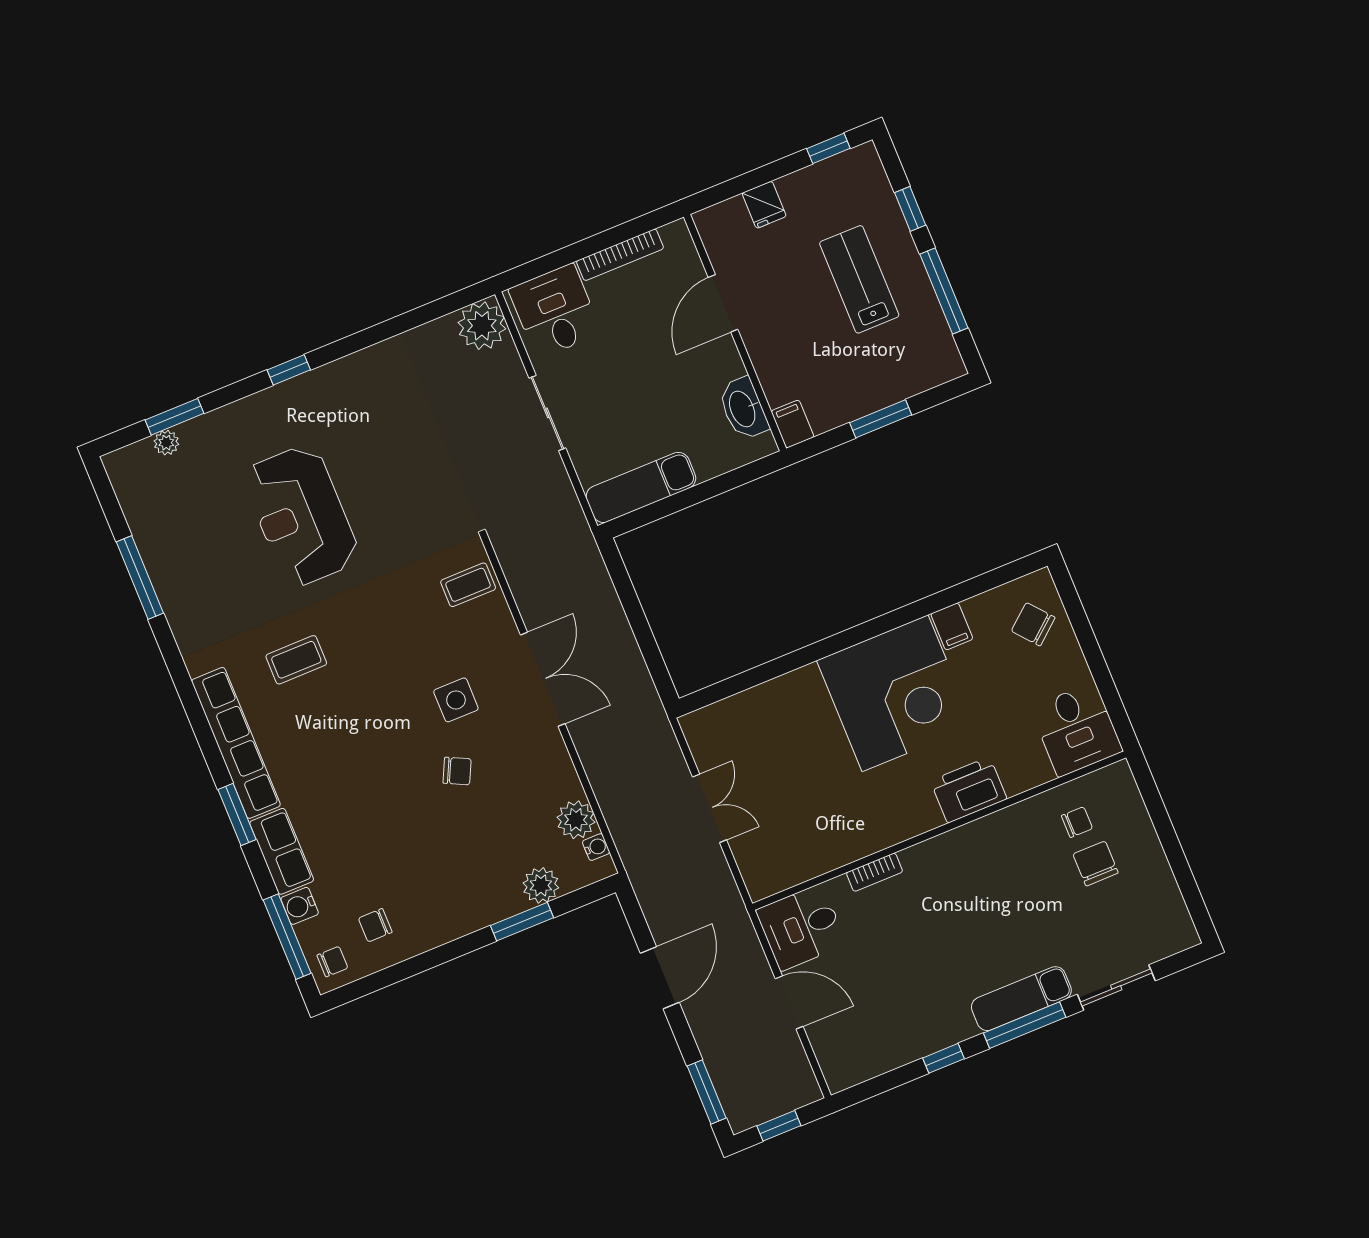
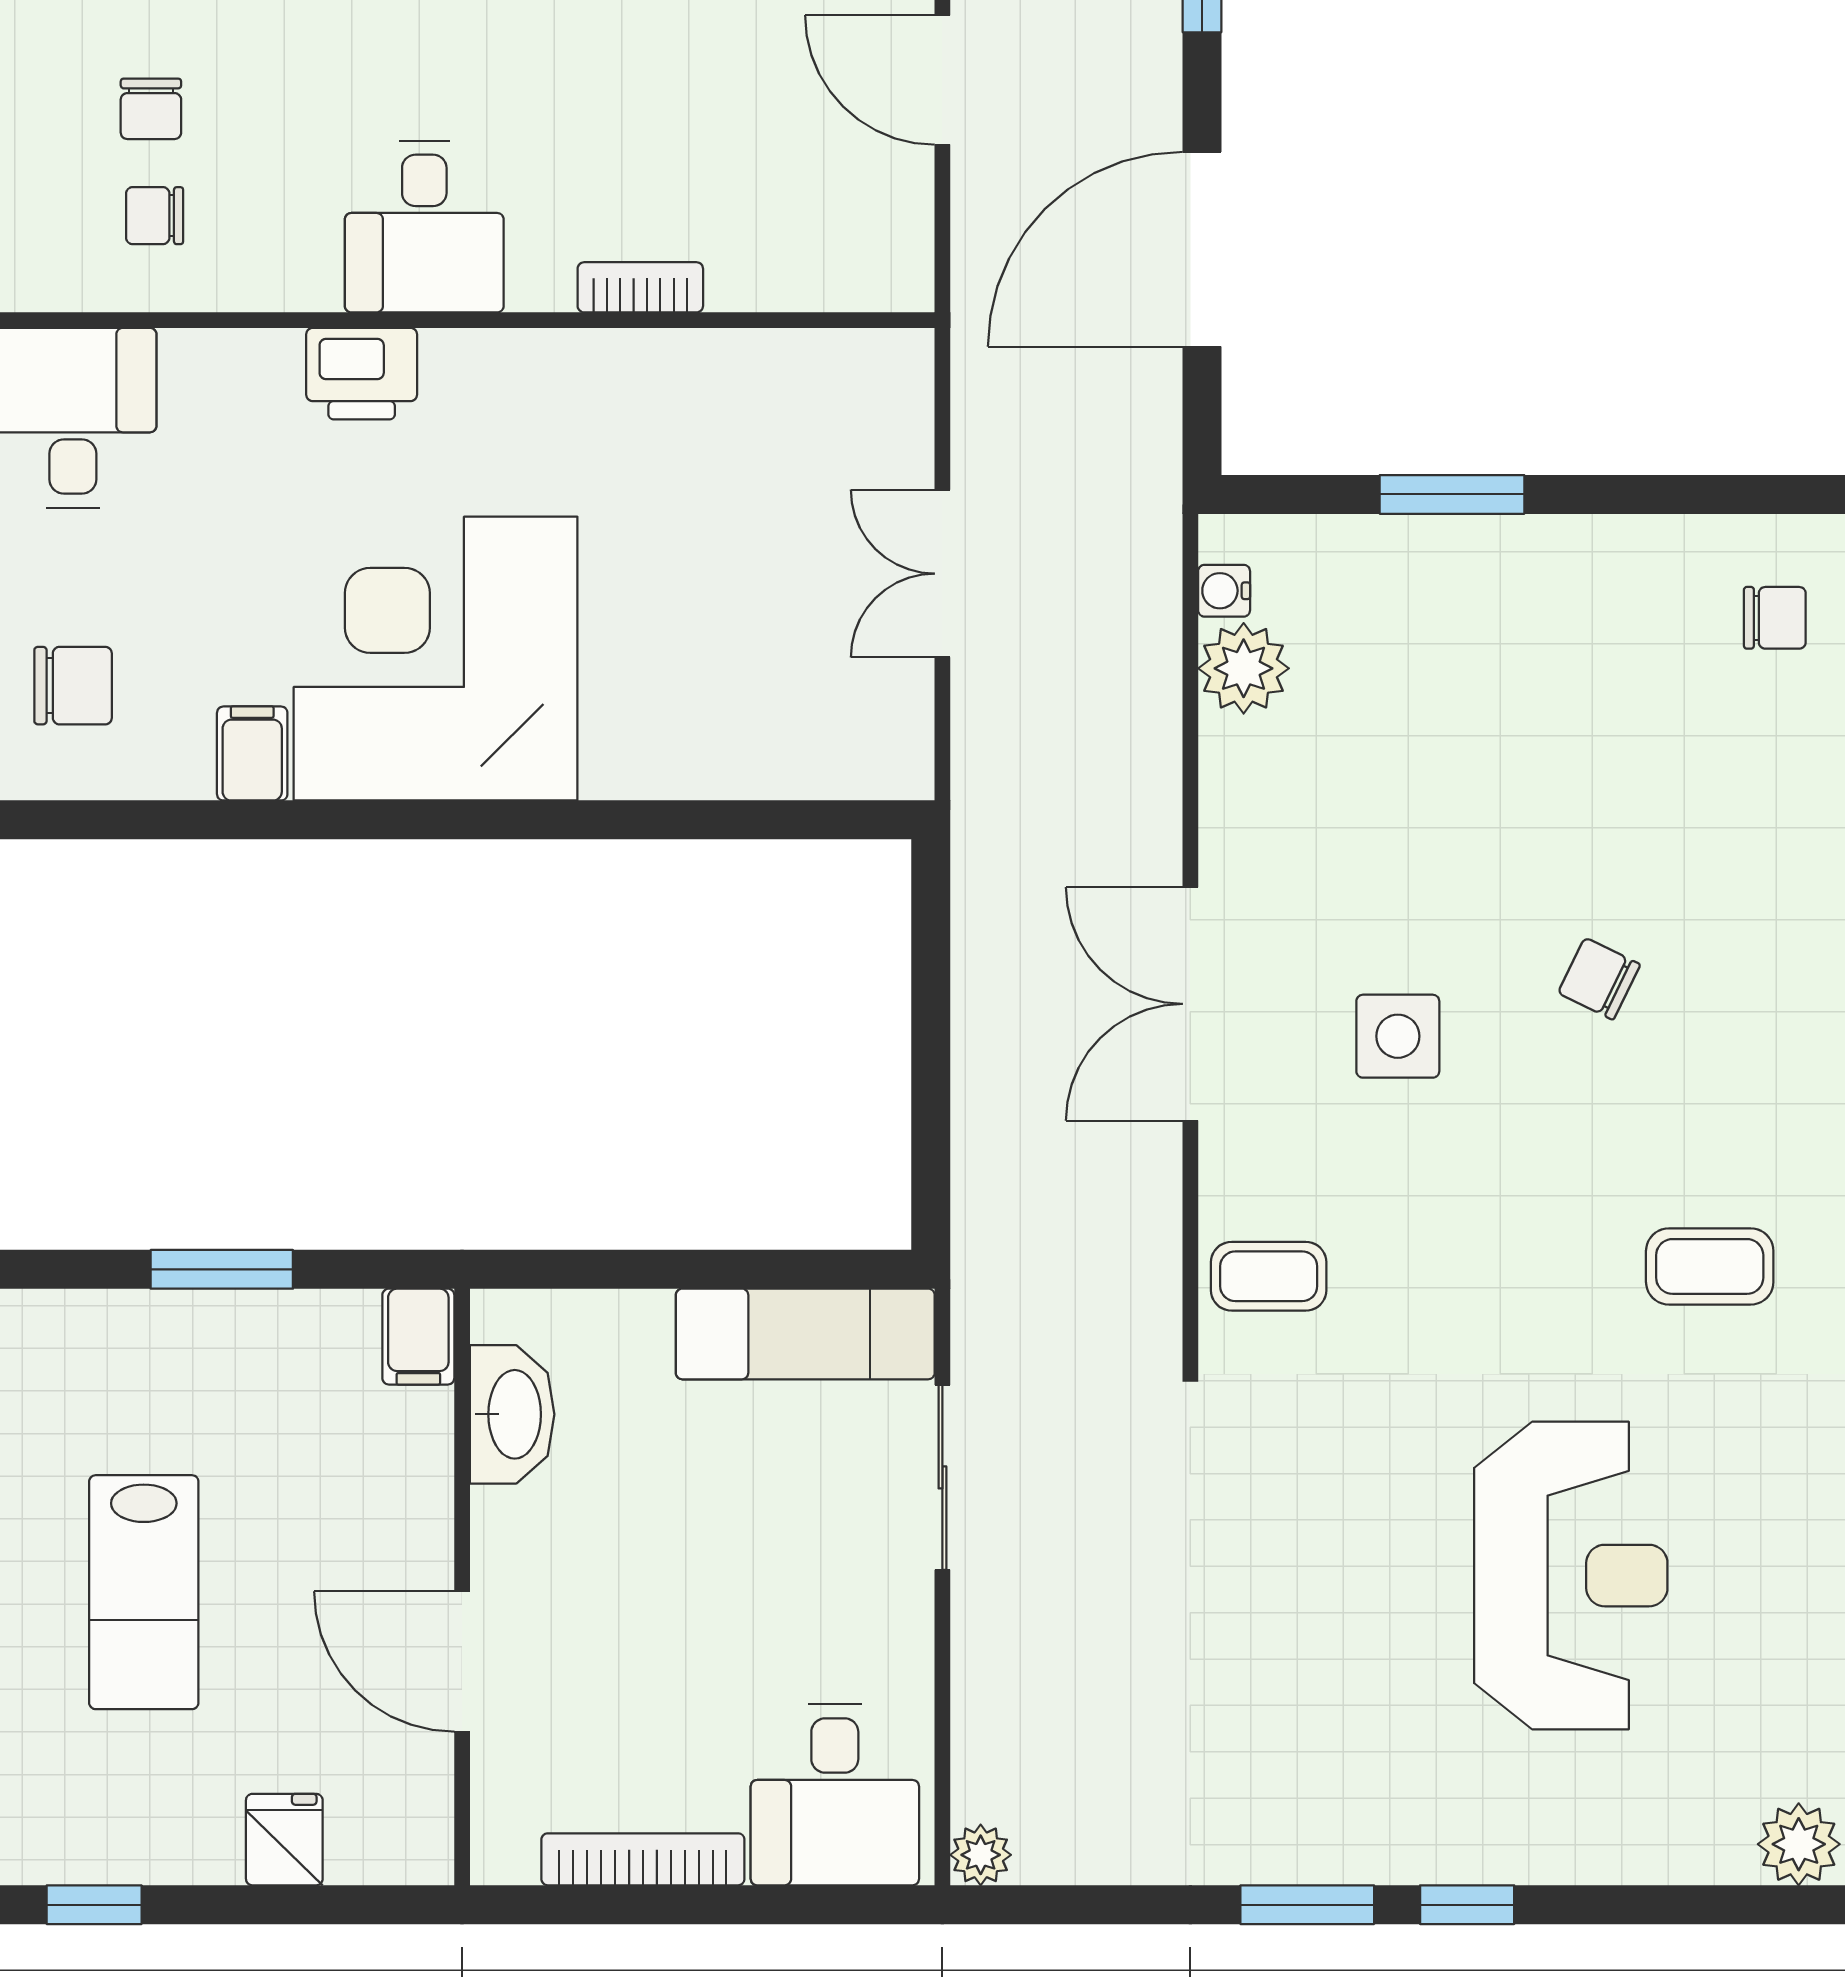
door: (723, 303) -> (462, 1661), swing flipped
plant: (482, 326) -> (981, 1855), width x0.53, depth x0.53
sliding door: (547, 413) -> (942, 1477), moved
window: (175, 417) -> (1307, 1905), moved
plant: (166, 443) -> (1799, 1844), width x1.38, depth x1.38
chair: (1033, 624) -> (73, 686), turned -50
chair: (457, 771) -> (1599, 979), moved
printer: (969, 790) -> (362, 374), width x0.73, depth x0.84
chair: (1096, 863) -> (151, 109), width x0.73, depth x0.73
plant: (541, 885) -> (1379, 557), removed
desk: (801, 927) -> (424, 227), moved, turned 90
door: (660, 978) -> (1202, 249), width x1.36

